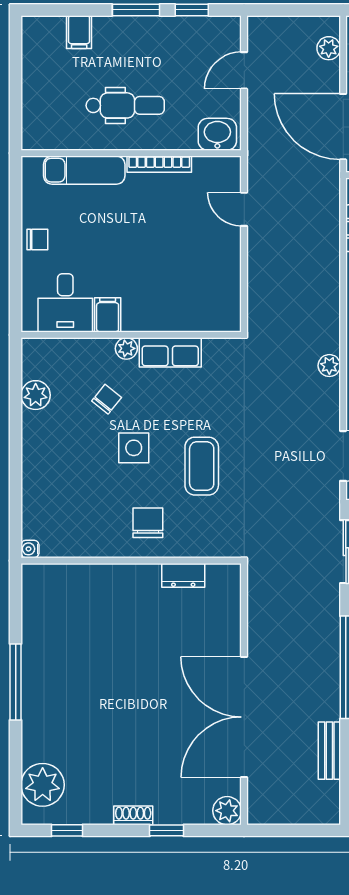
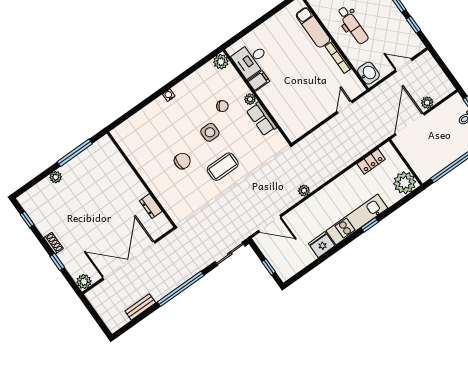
plant: (329, 48) -> (427, 103), moved
chair: (37, 240) -> (269, 28), removed
plant: (36, 395) -> (221, 62), moved
water cooler: (30, 549) -> (169, 95), moved
wall: (131, 561) -> (141, 179), moved
dresser: (183, 575) -> (151, 206), moved
plant: (43, 785) -> (56, 177), moved, width x0.53, depth x0.53

